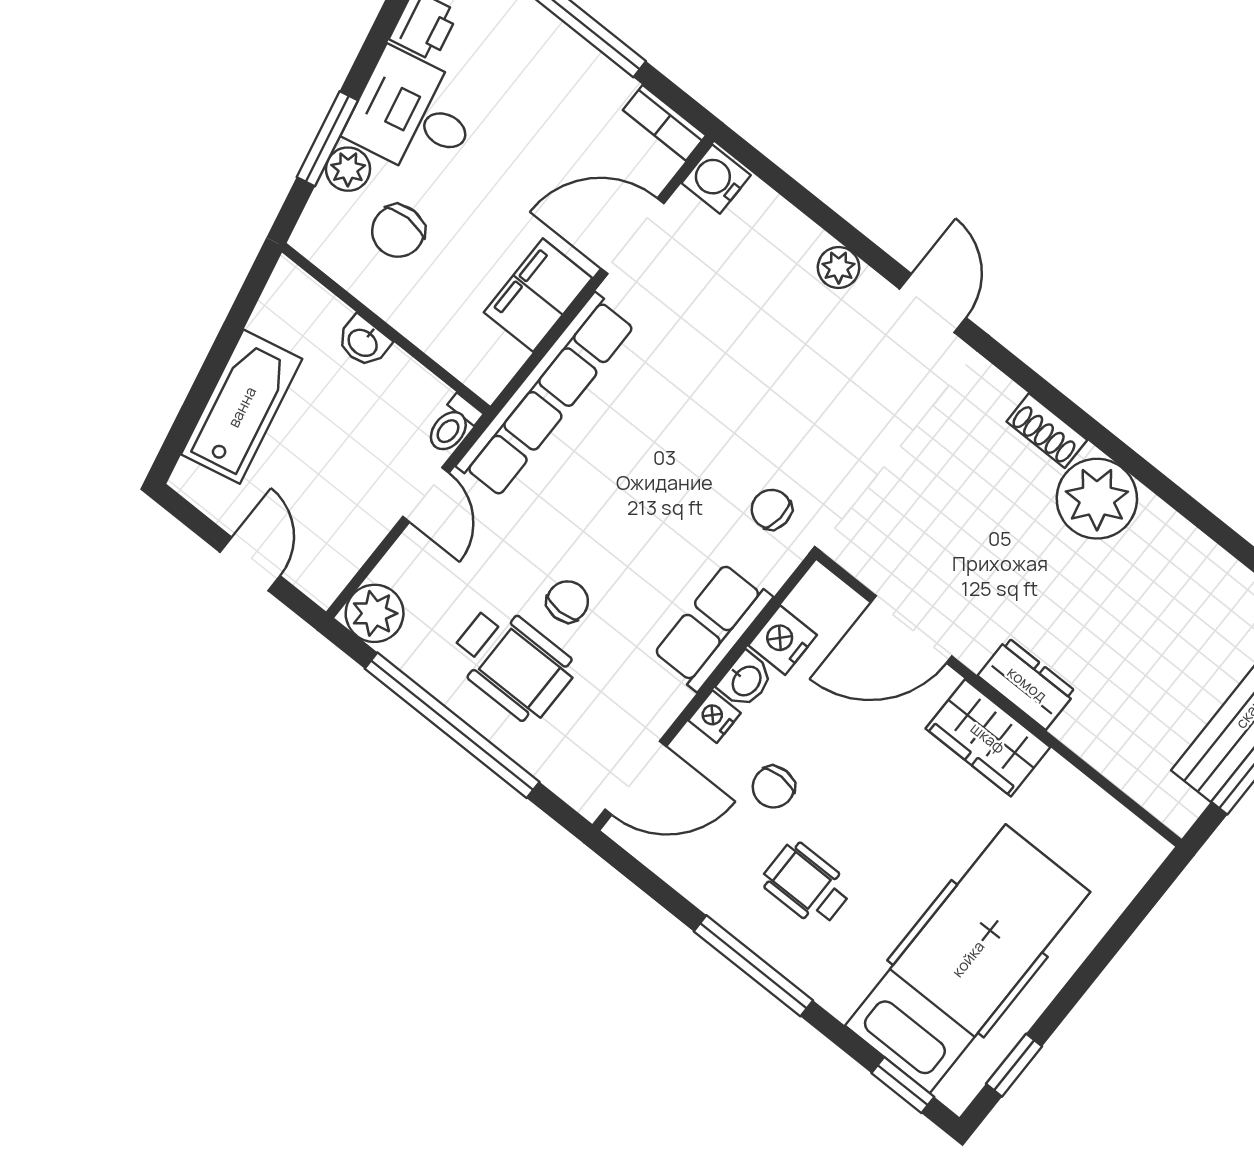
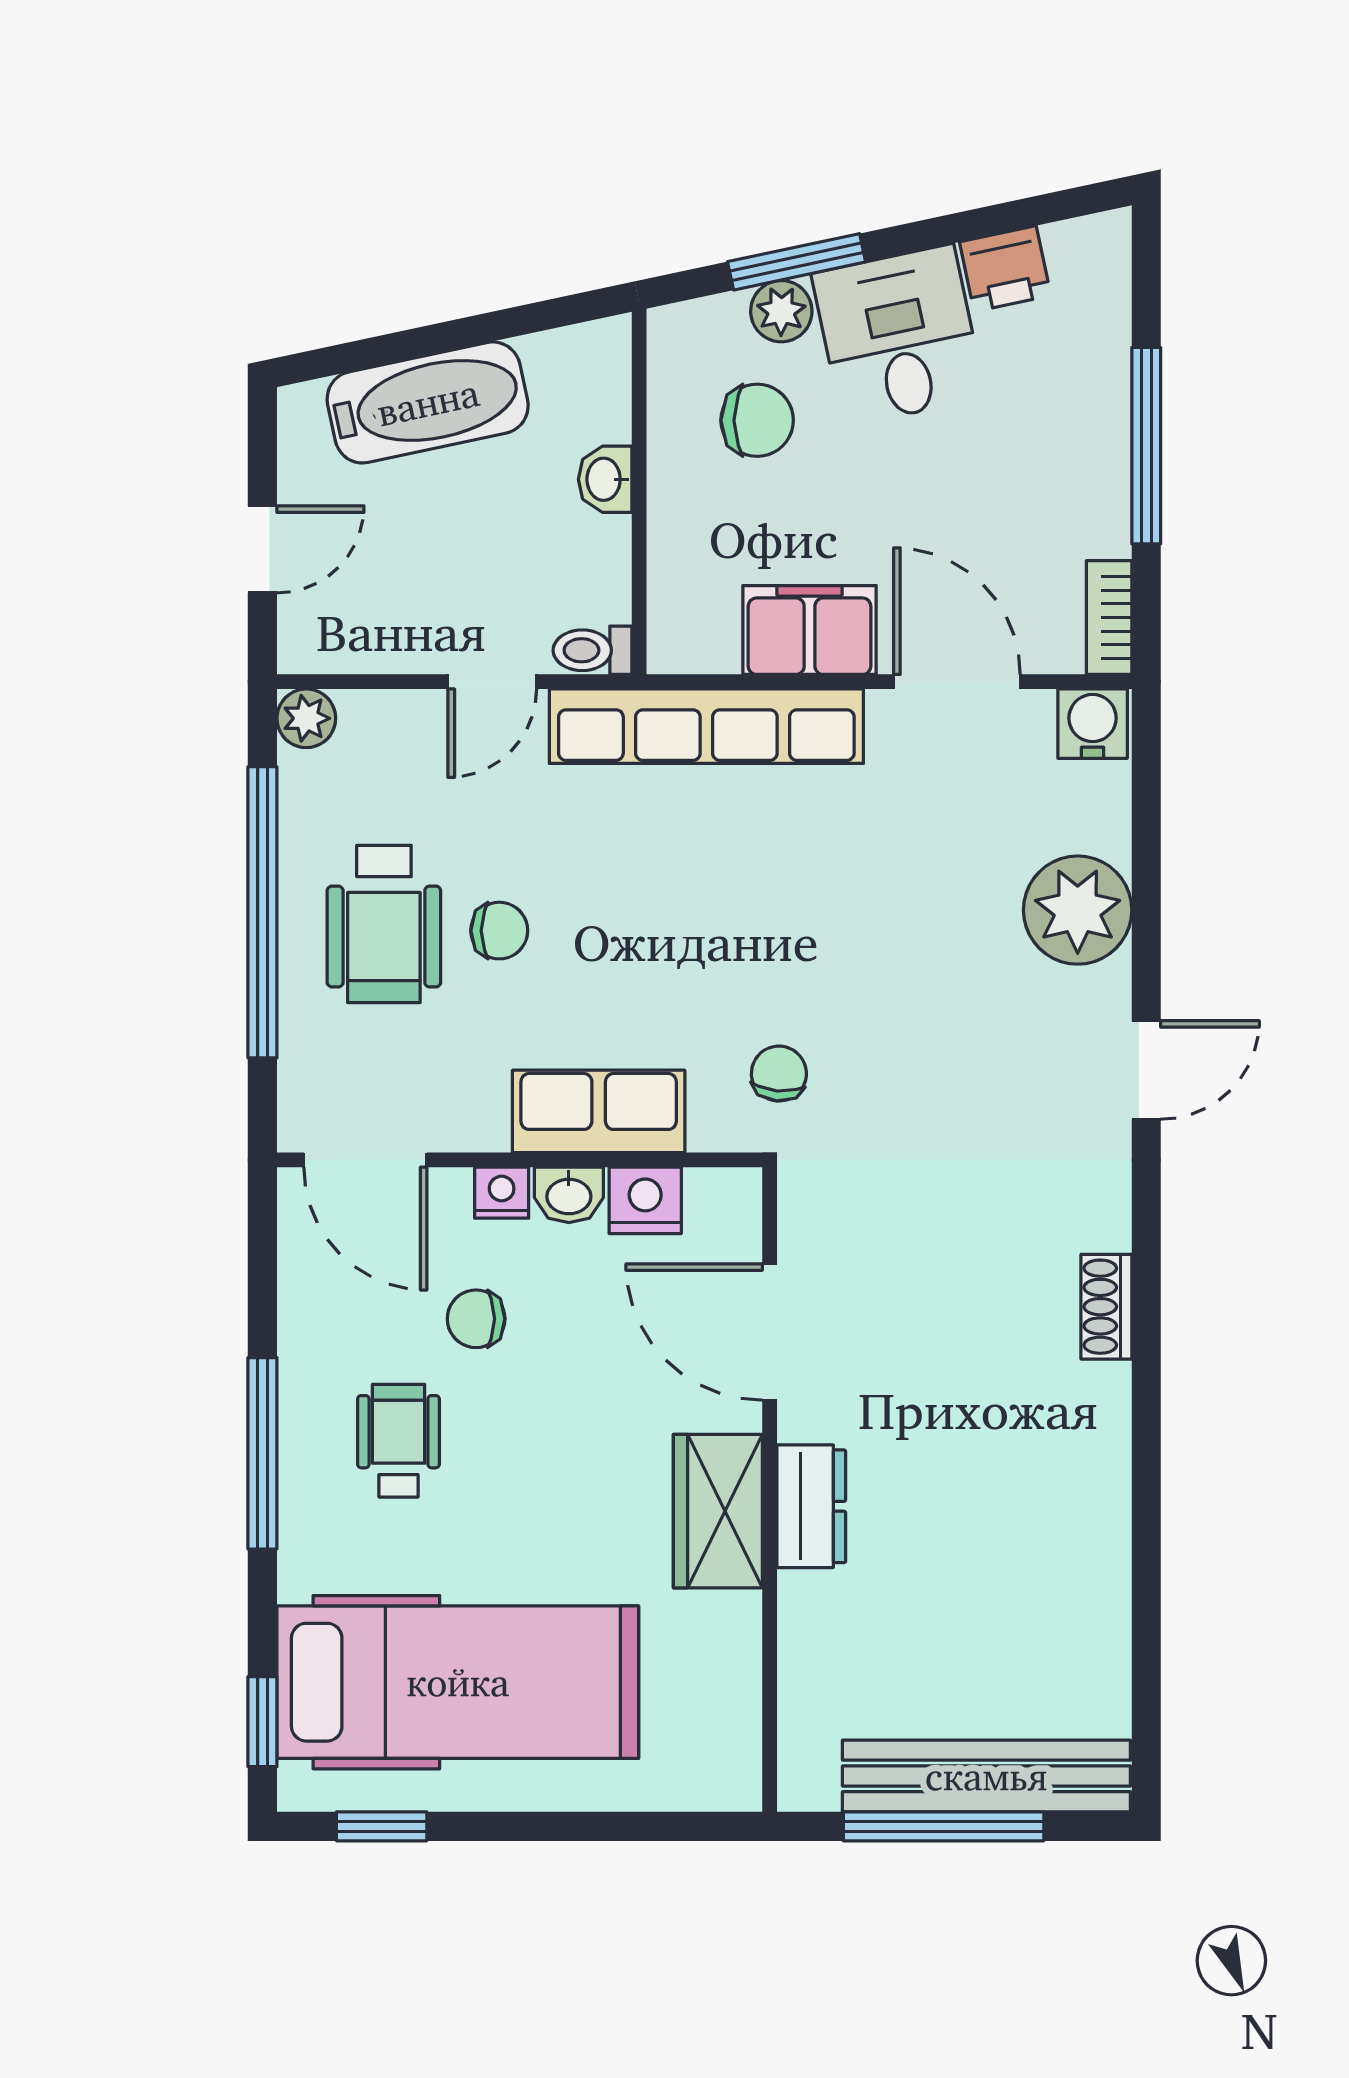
chair: (398, 231) -> (757, 420), turned 180
plant: (839, 268) -> (1078, 910), width x1.88, depth x1.88
plant: (1097, 499) -> (1076, 1421), removed
plant: (375, 613) -> (306, 718), width x0.73, depth x0.73

